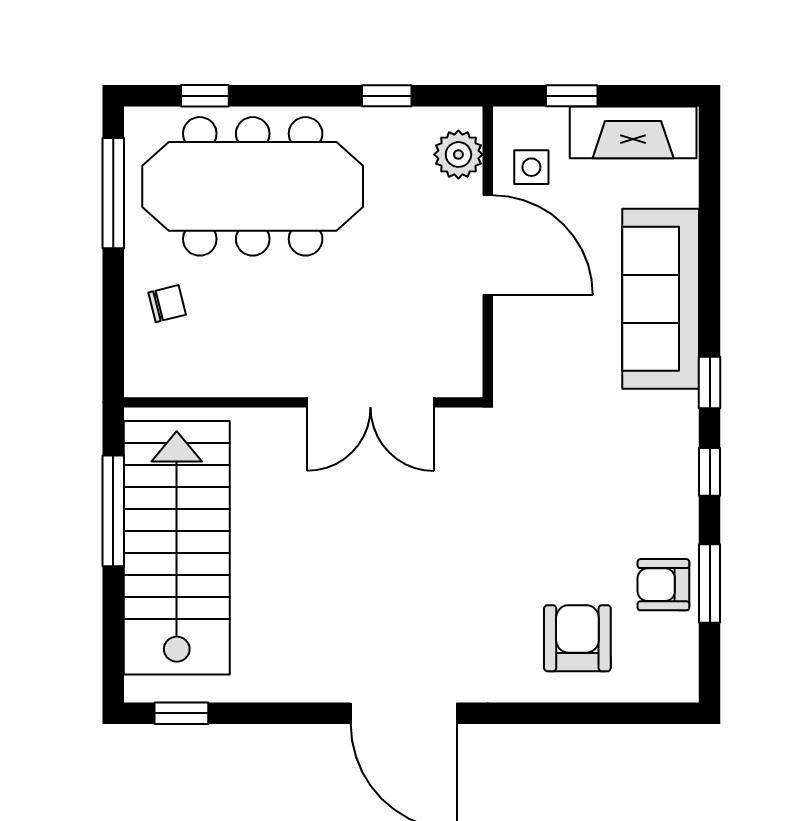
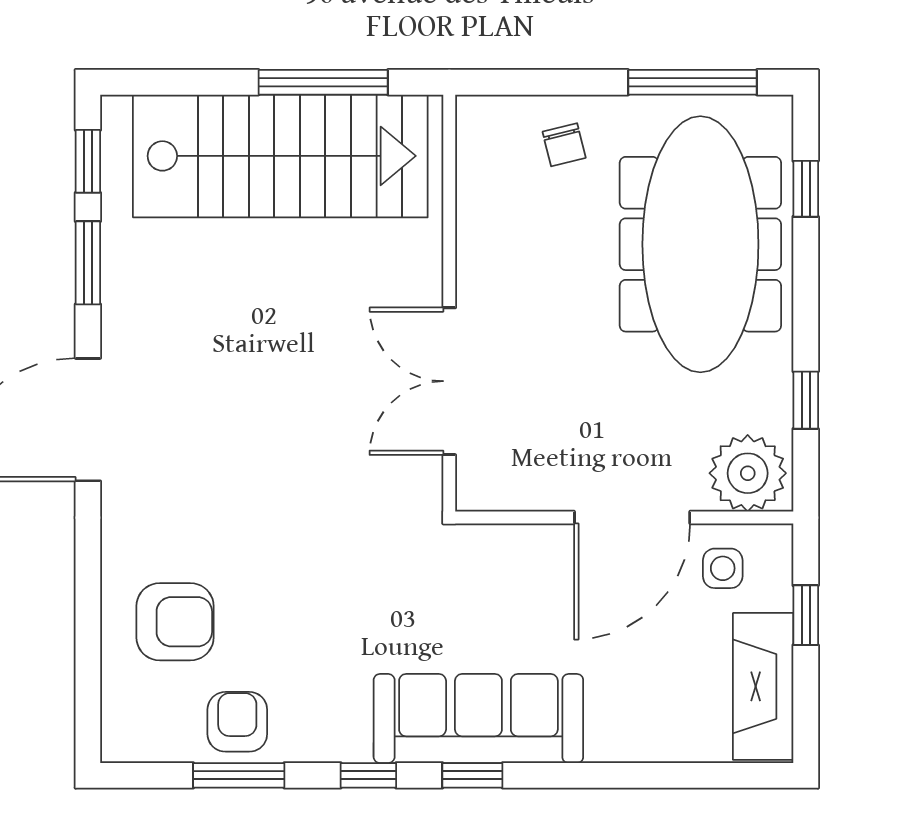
plant: (458, 154) -> (748, 473), width x1.36, depth x1.36
sofa: (661, 299) -> (478, 718), moved
window: (269, 713) -> (88, 263), added

